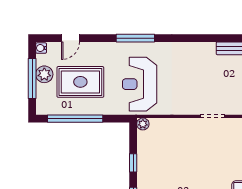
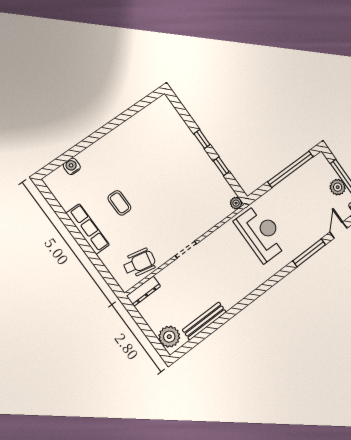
window: (135, 38) -> (309, 253), moved
rug: (80, 82) -> (307, 201), removed

